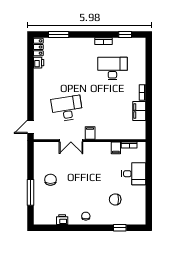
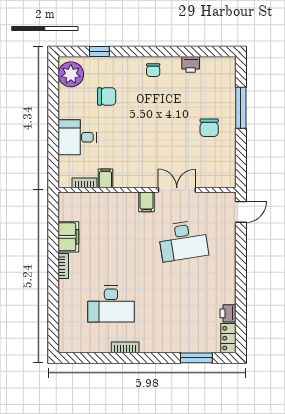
window: (125, 35) -> (91, 358), removed
plant: (138, 213) -> (71, 74), added

